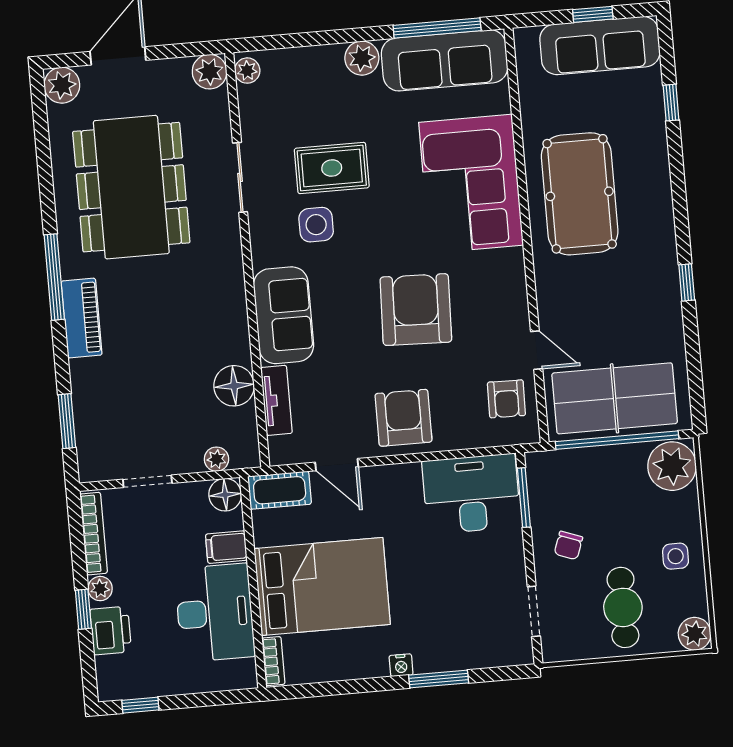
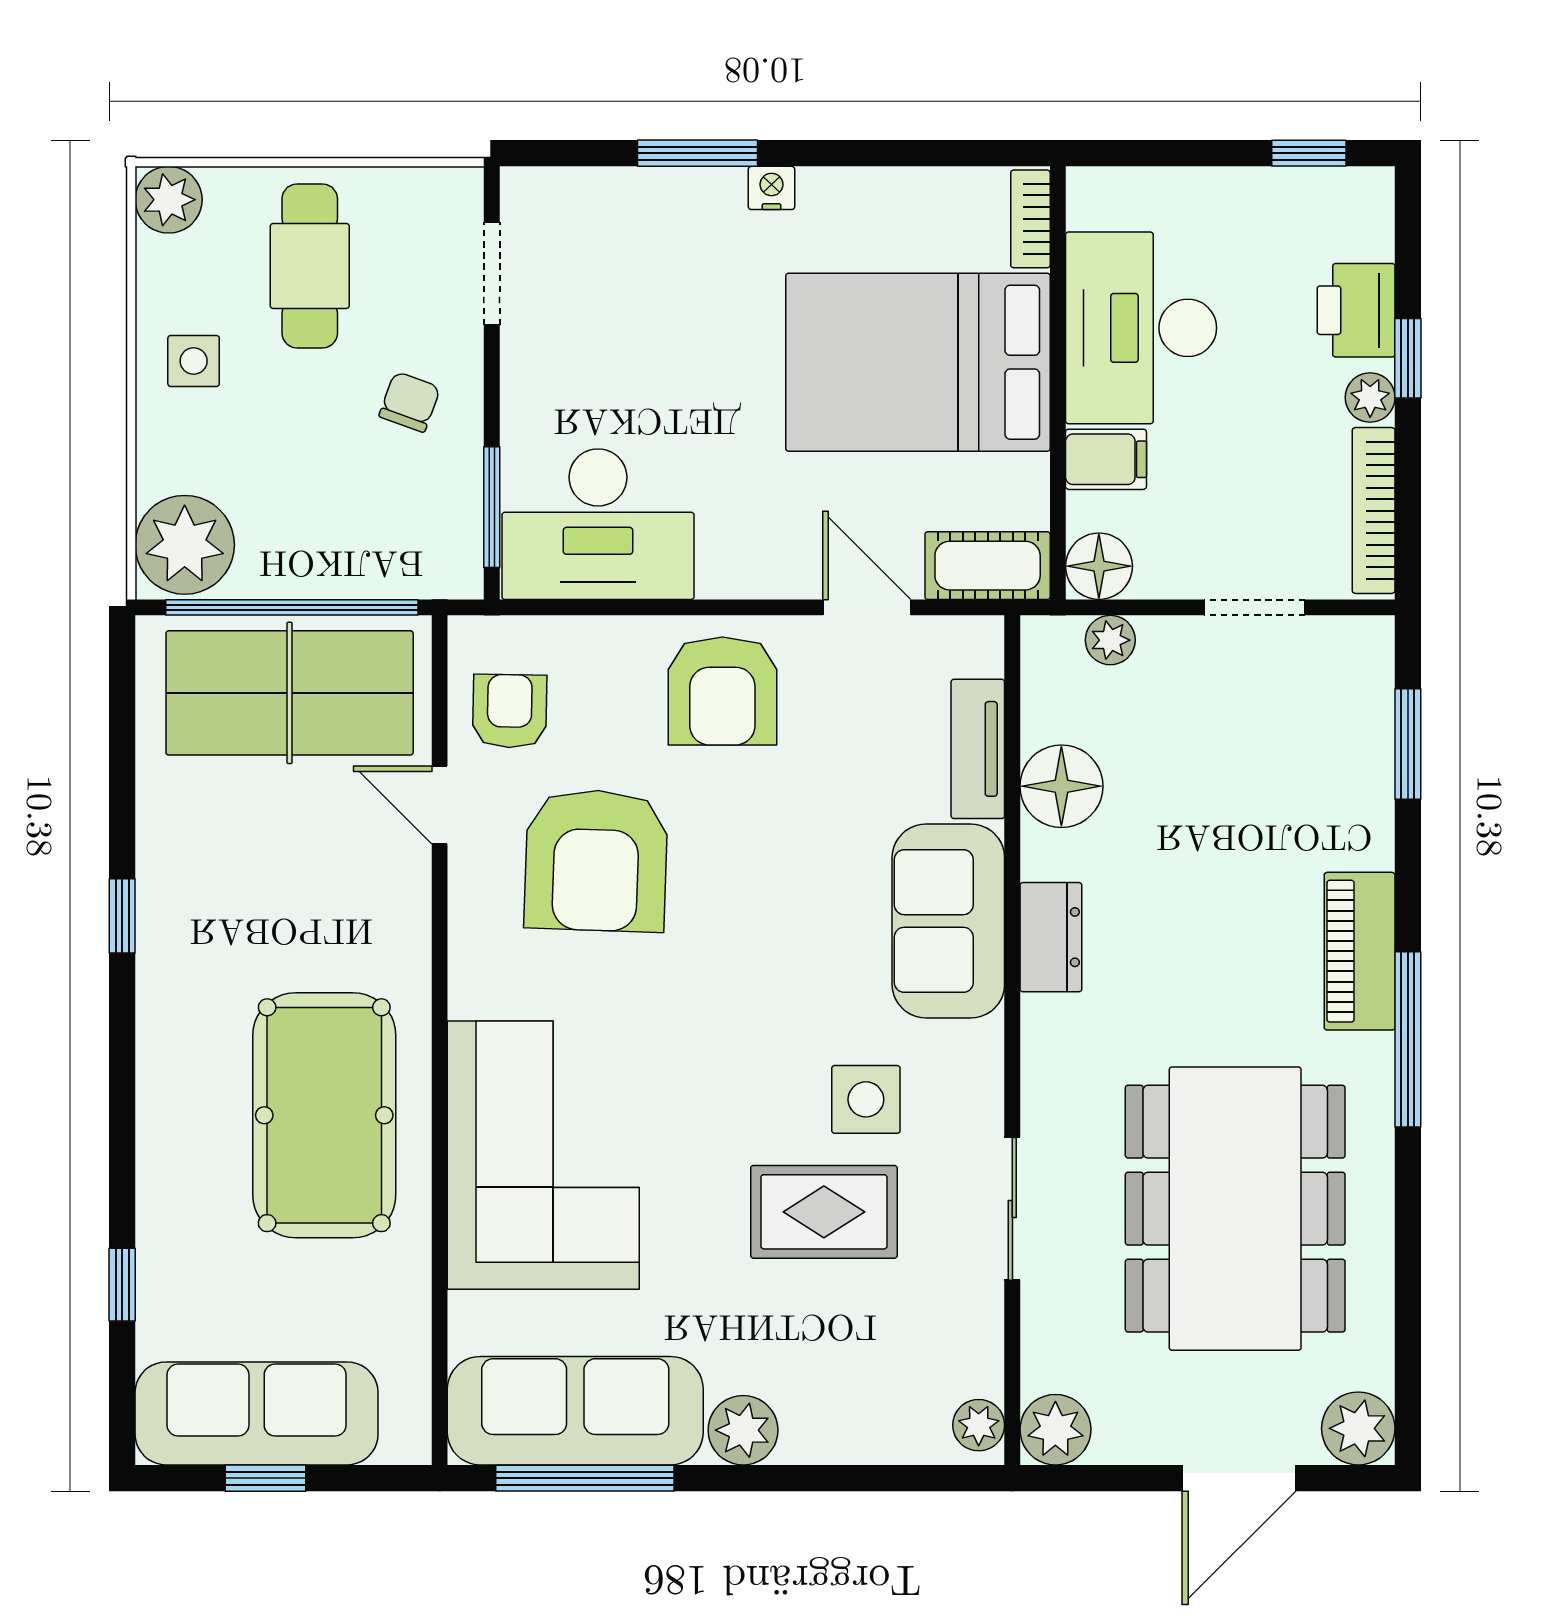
armchair: (416, 310) -> (596, 860), moved
dresser: (233, 312) -> (1051, 937), added

